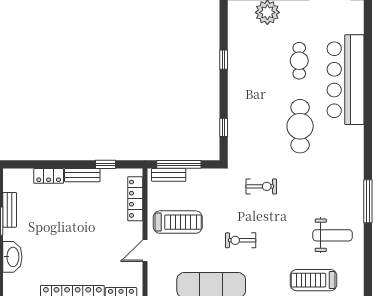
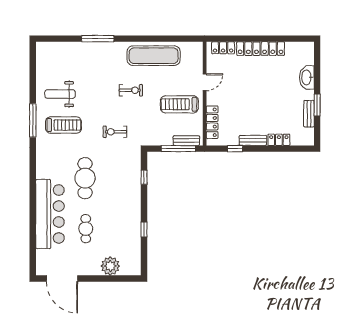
treadmill: (314, 280) -> (63, 125), moved

